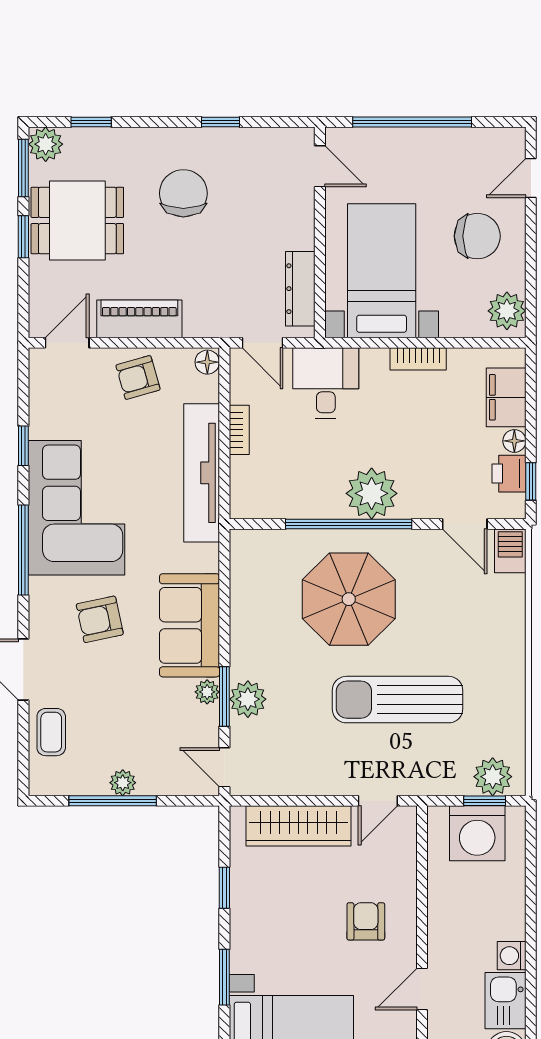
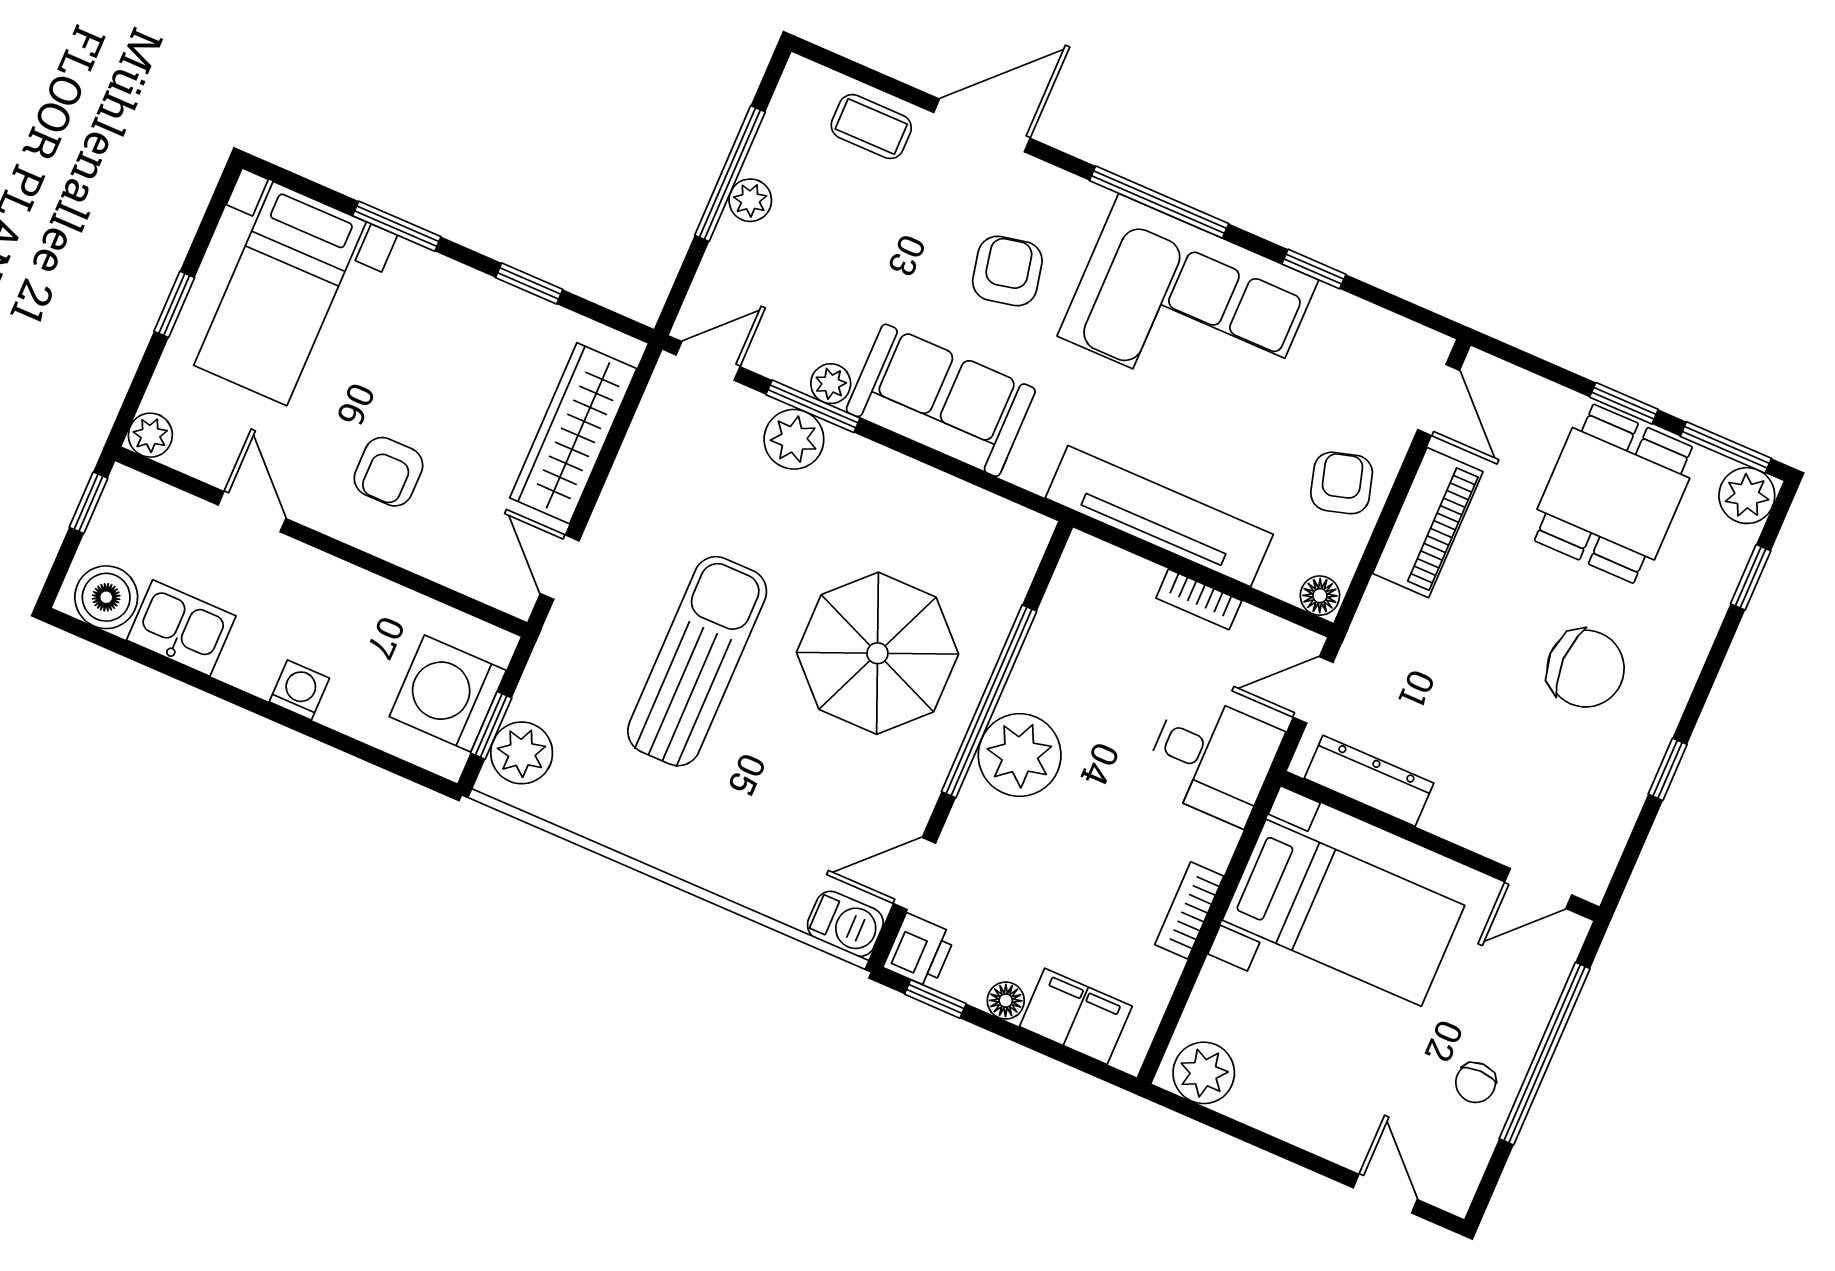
chair: (477, 236) -> (1476, 1083), moved, width x0.54, depth x0.54
printer: (509, 474) -> (919, 951), moved, turned 90
armchair: (366, 921) -> (388, 472), turned 90
washing machine: (512, 956) -> (299, 690), moved

